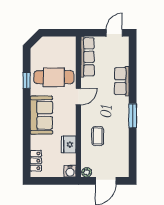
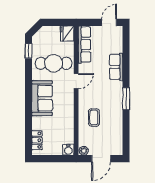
window: (27, 80) -> (28, 51), moved
fridge: (69, 144) -> (67, 34), moved

